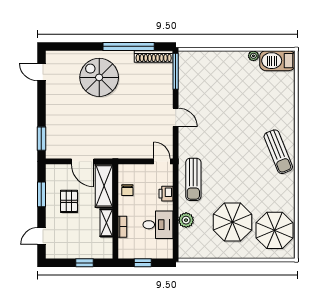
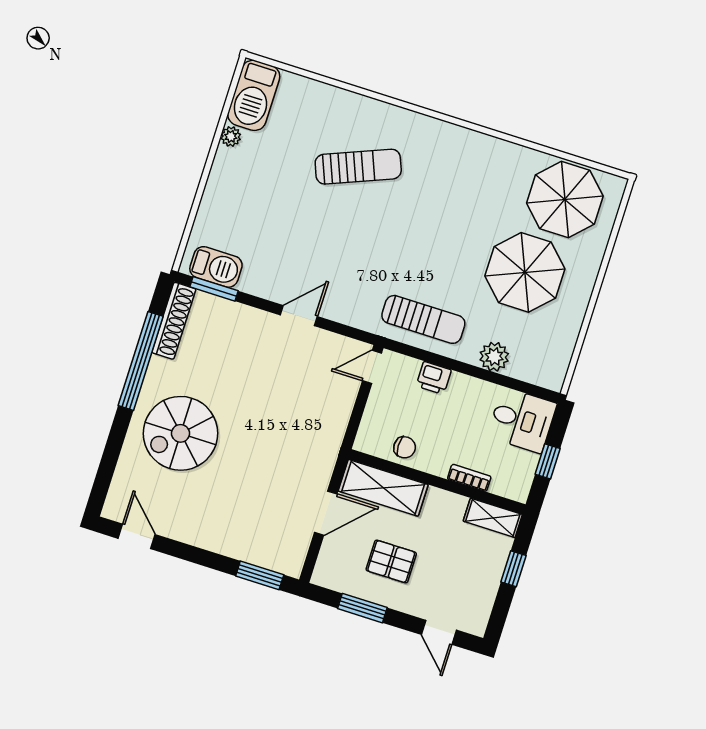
barbecue: (187, 69) -> (216, 267), added
window: (176, 71) -> (214, 289), width x0.69
door: (41, 72) -> (137, 536), swing flipped
sun lounger: (278, 152) -> (358, 167), moved
shelving: (106, 223) -> (493, 518), moved
desk: (158, 225) -> (522, 420), moved, turned 90

